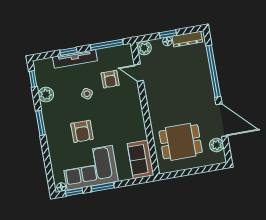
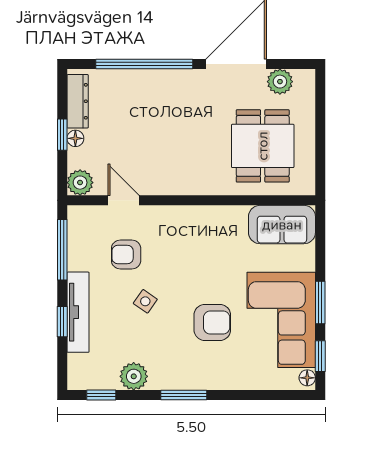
door: (139, 73) -> (124, 200), swing flipped
armchair: (110, 79) -> (126, 255), turned 180

